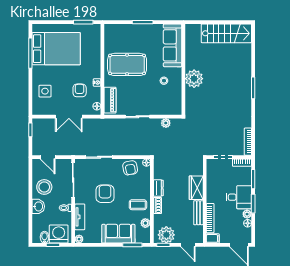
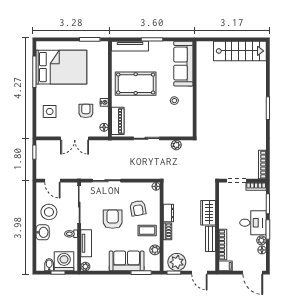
tv unit: (122, 29) -> (130, 46), added
plant: (194, 79) -> (206, 98), removed
armchair: (130, 168) -> (138, 208), moved

